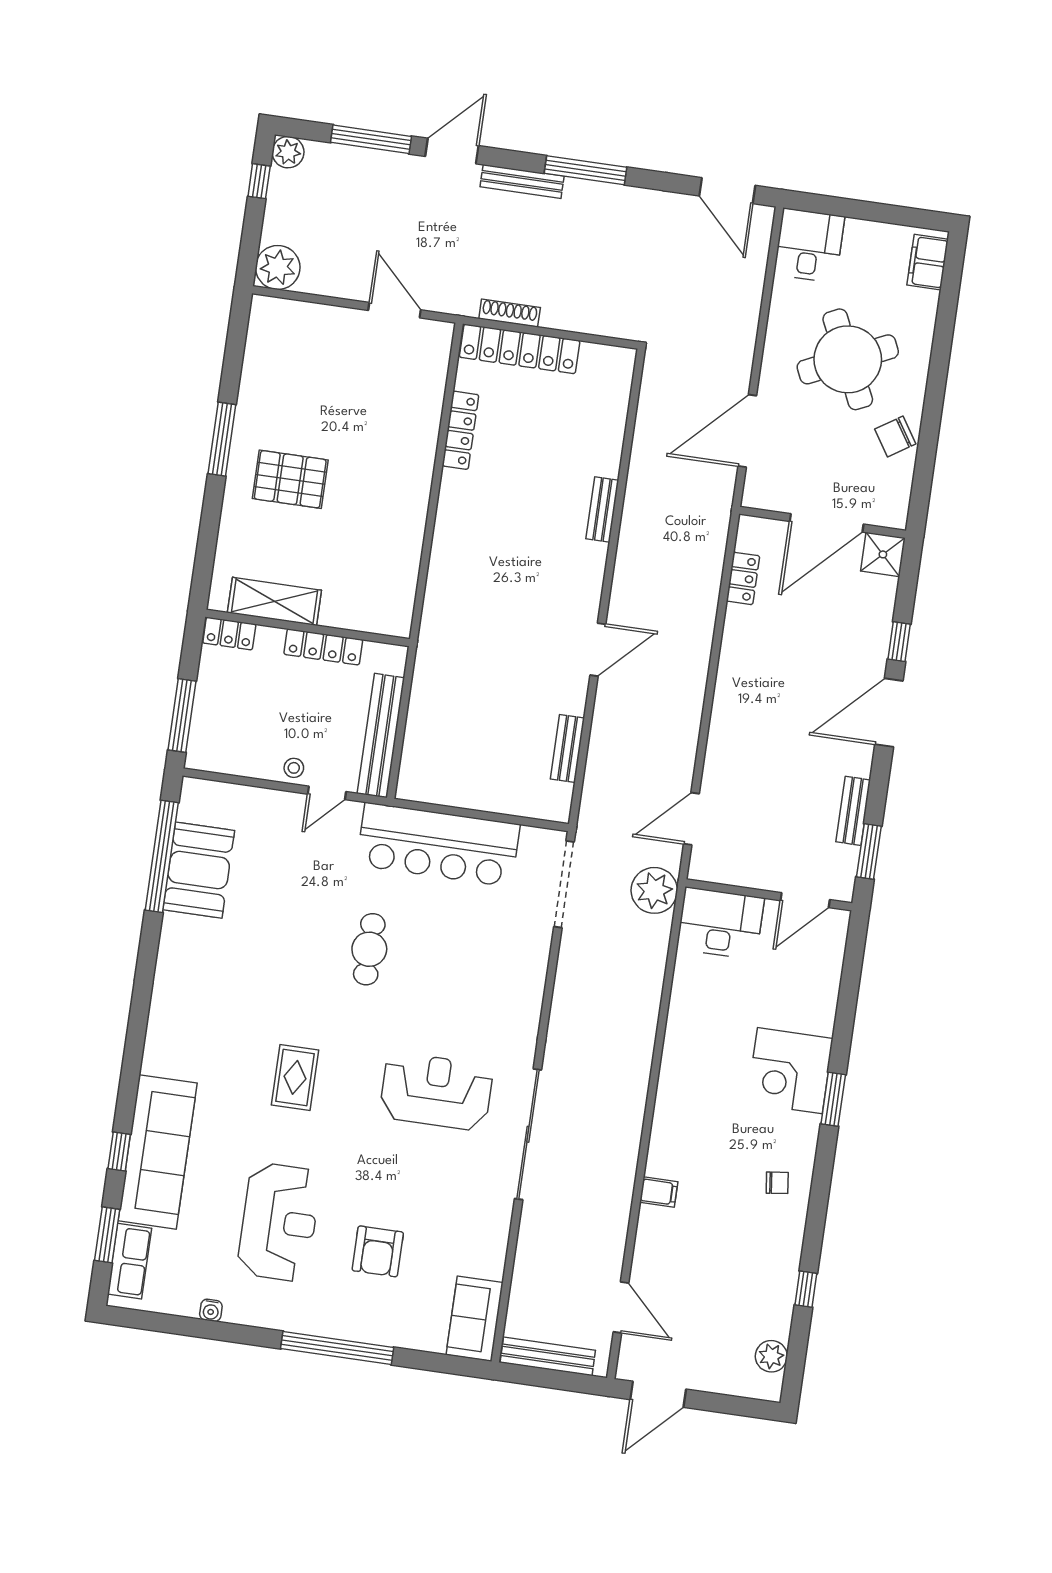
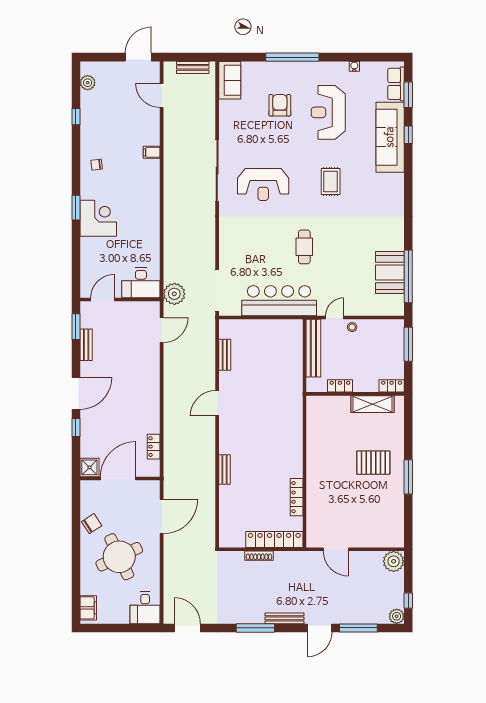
shoe rack: (510, 313) -> (259, 556), moved
locker: (323, 647) -> (340, 386), width x0.66
bench: (548, 1356) -> (193, 67), width x0.73

